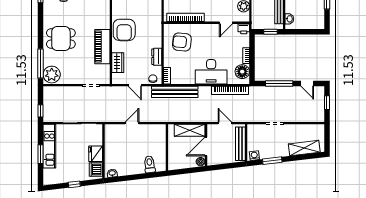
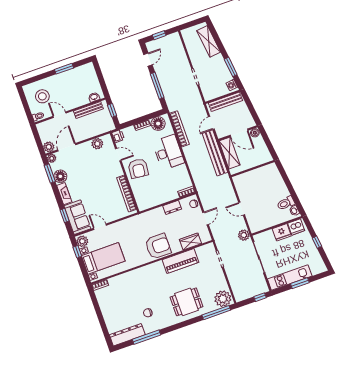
dining table: (61, 38) -> (186, 302), turned 90
armchair: (182, 42) -> (138, 168), moved
bench: (175, 92) -> (215, 153), moved
plant: (106, 116) -> (244, 235), added
toilet: (150, 164) -> (286, 203), moved

